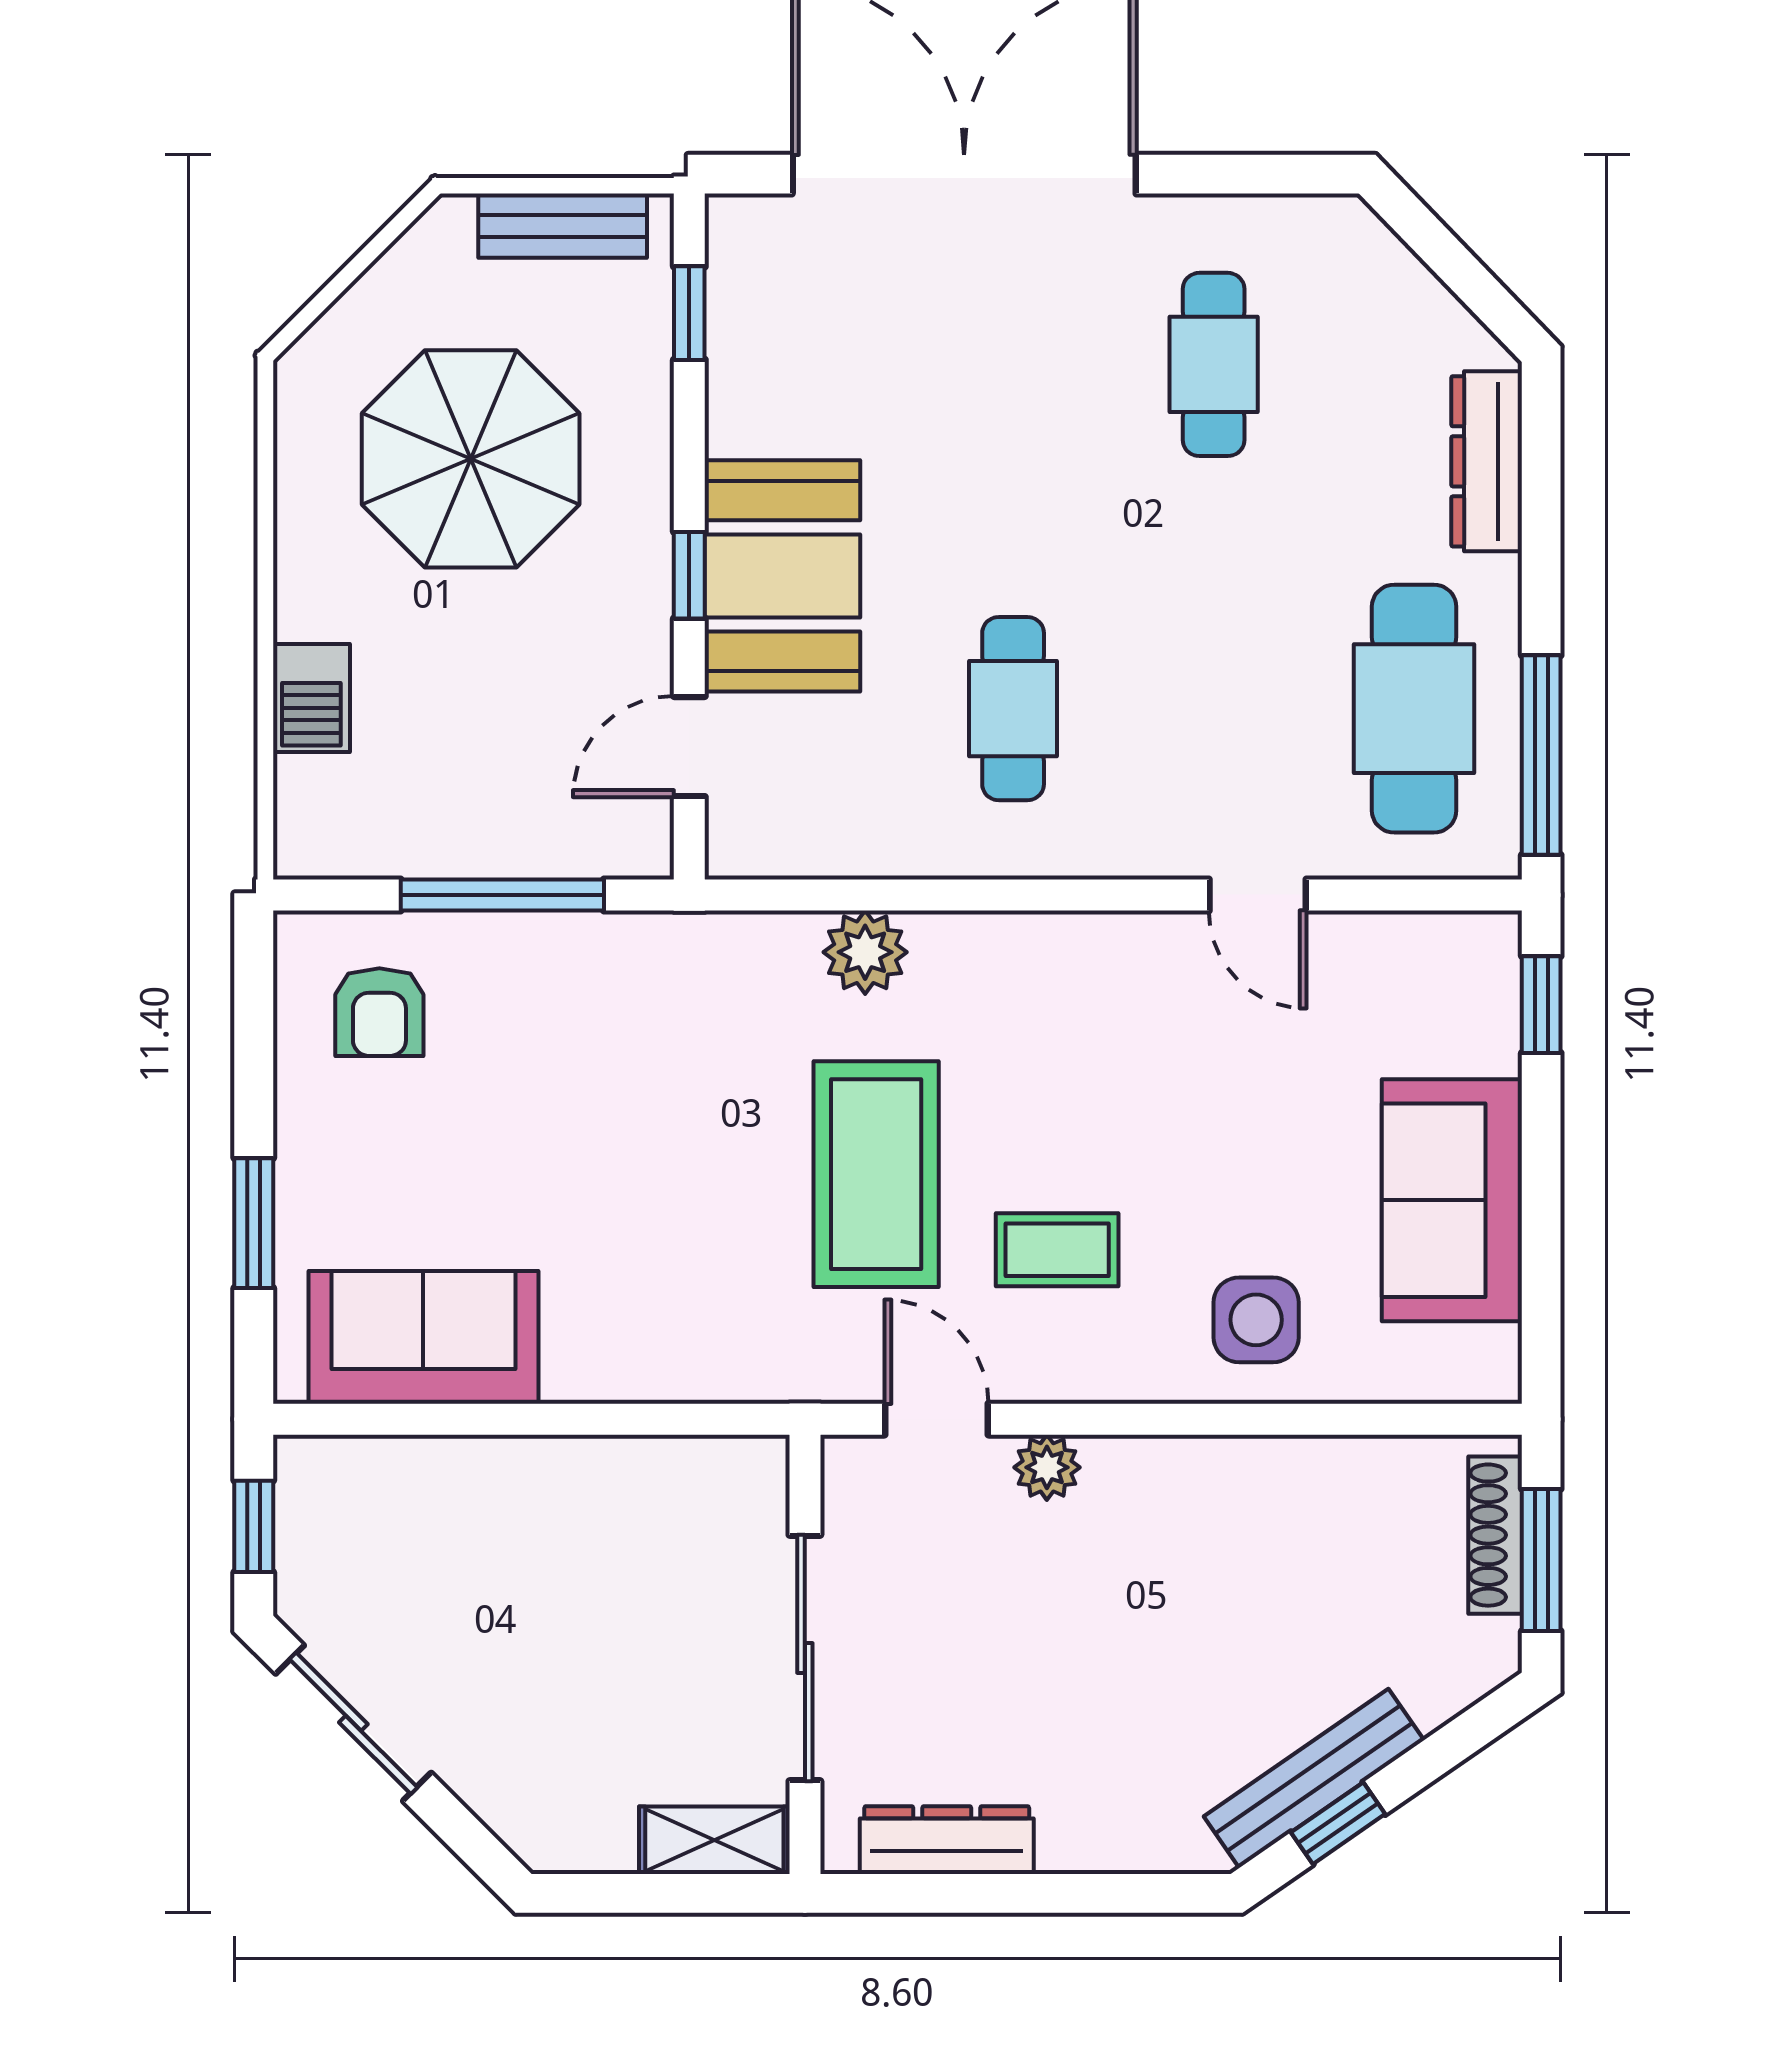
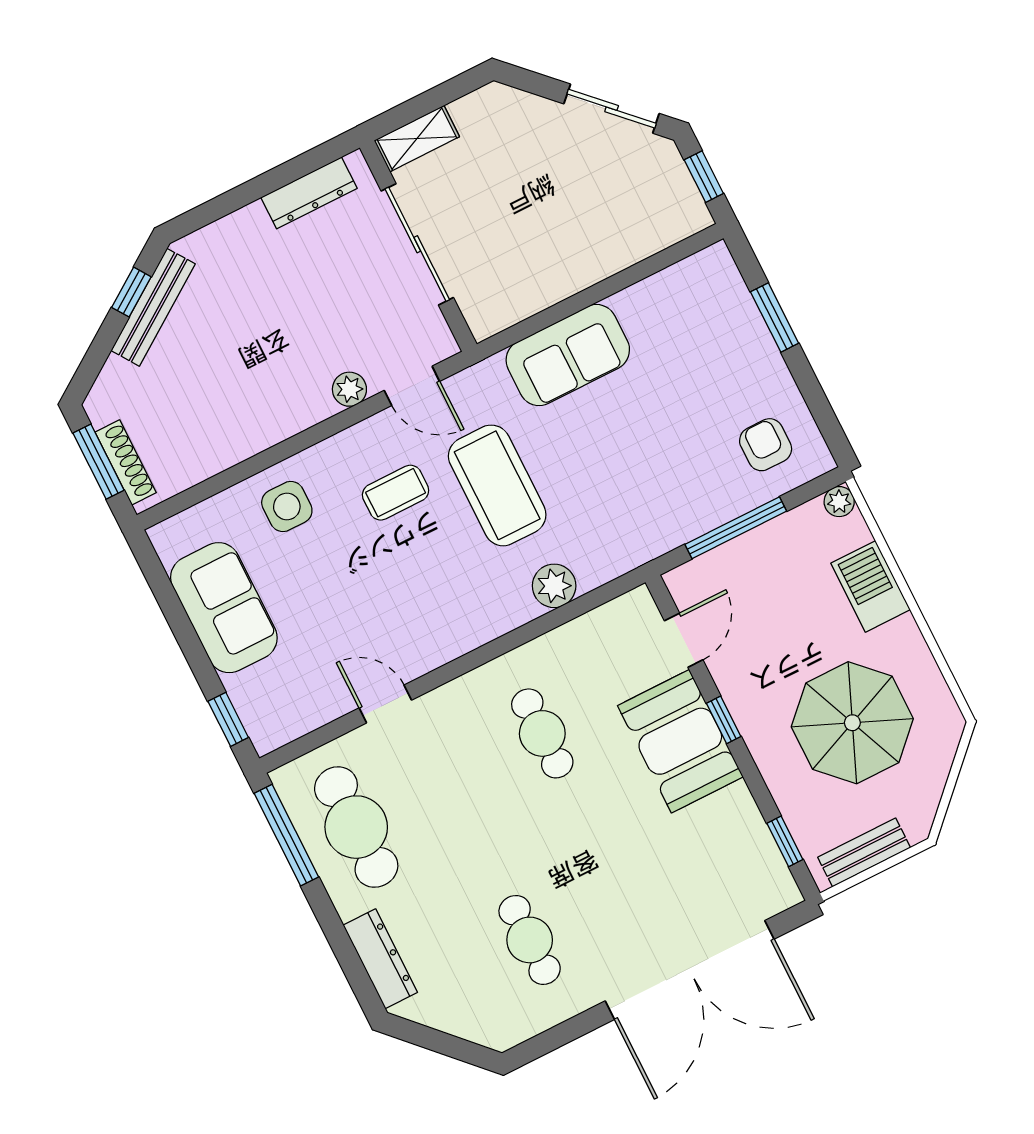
barbecue: (311, 698) -> (870, 586), width x1.38, depth x1.27
plant: (302, 851) -> (839, 502), added
sofa: (423, 1337) -> (568, 355), moved

